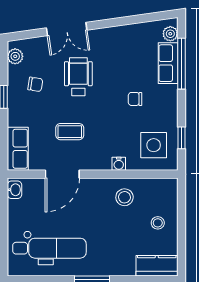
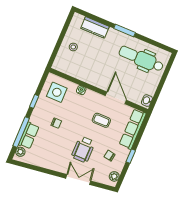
window: (182, 138) -> (34, 101), moved
row of seats: (18, 149) -> (133, 129), width x1.48
door: (62, 174) -> (116, 98), hinge flipped
stool: (124, 197) -> (86, 70), removed
kitchen counter: (157, 266) -> (95, 27), moved

